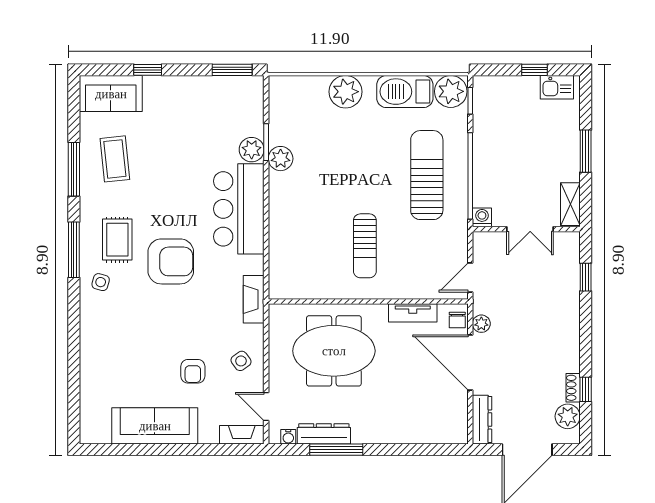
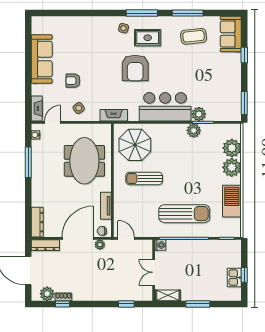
kitchen sink: (557, 87) -> (234, 278), moved
plant: (451, 91) -> (232, 148), moved
parasol: (306, 262) -> (135, 145), added
dresser: (324, 434) -> (37, 222), moved

